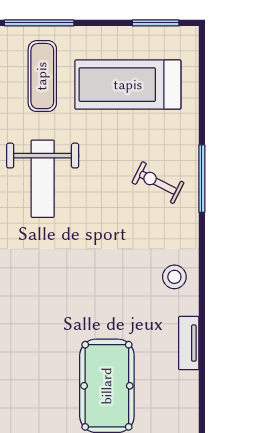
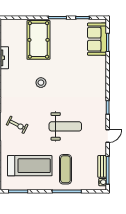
weight bench: (43, 179) -> (65, 126), turned 90
stool: (174, 277) -> (41, 83), moved

